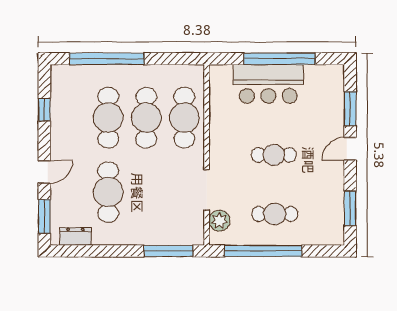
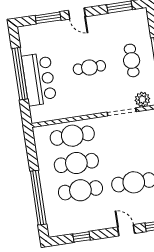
cafe table: (274, 155) -> (89, 68), turned 90

